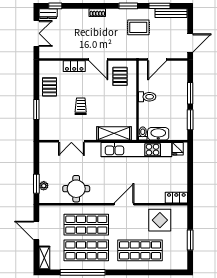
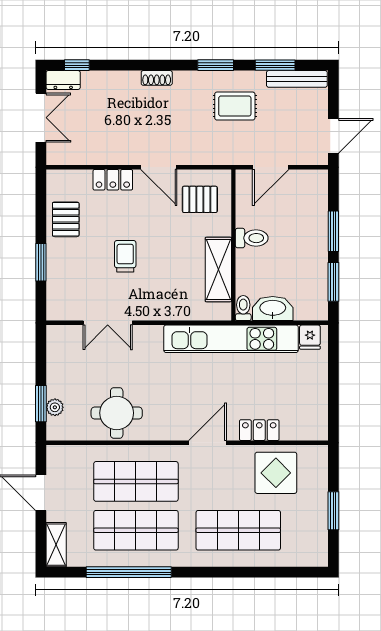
pallet: (120, 76) -> (200, 199), turned 90
shelving: (114, 133) -> (218, 270), moved, turned 90
locker: (176, 198) -> (259, 430), moved

